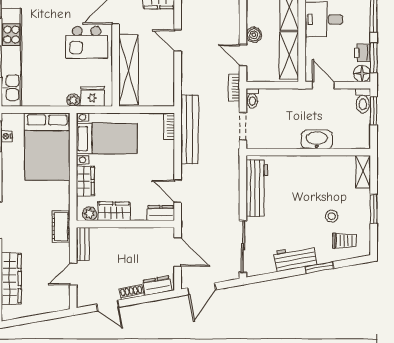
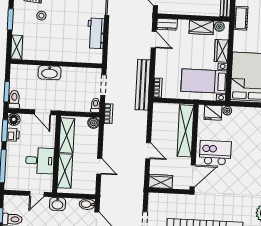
boiler: (254, 35) -> (93, 123), moved
door: (243, 55) -> (99, 166), moved
workbench: (257, 188) -> (96, 33), width x0.73

